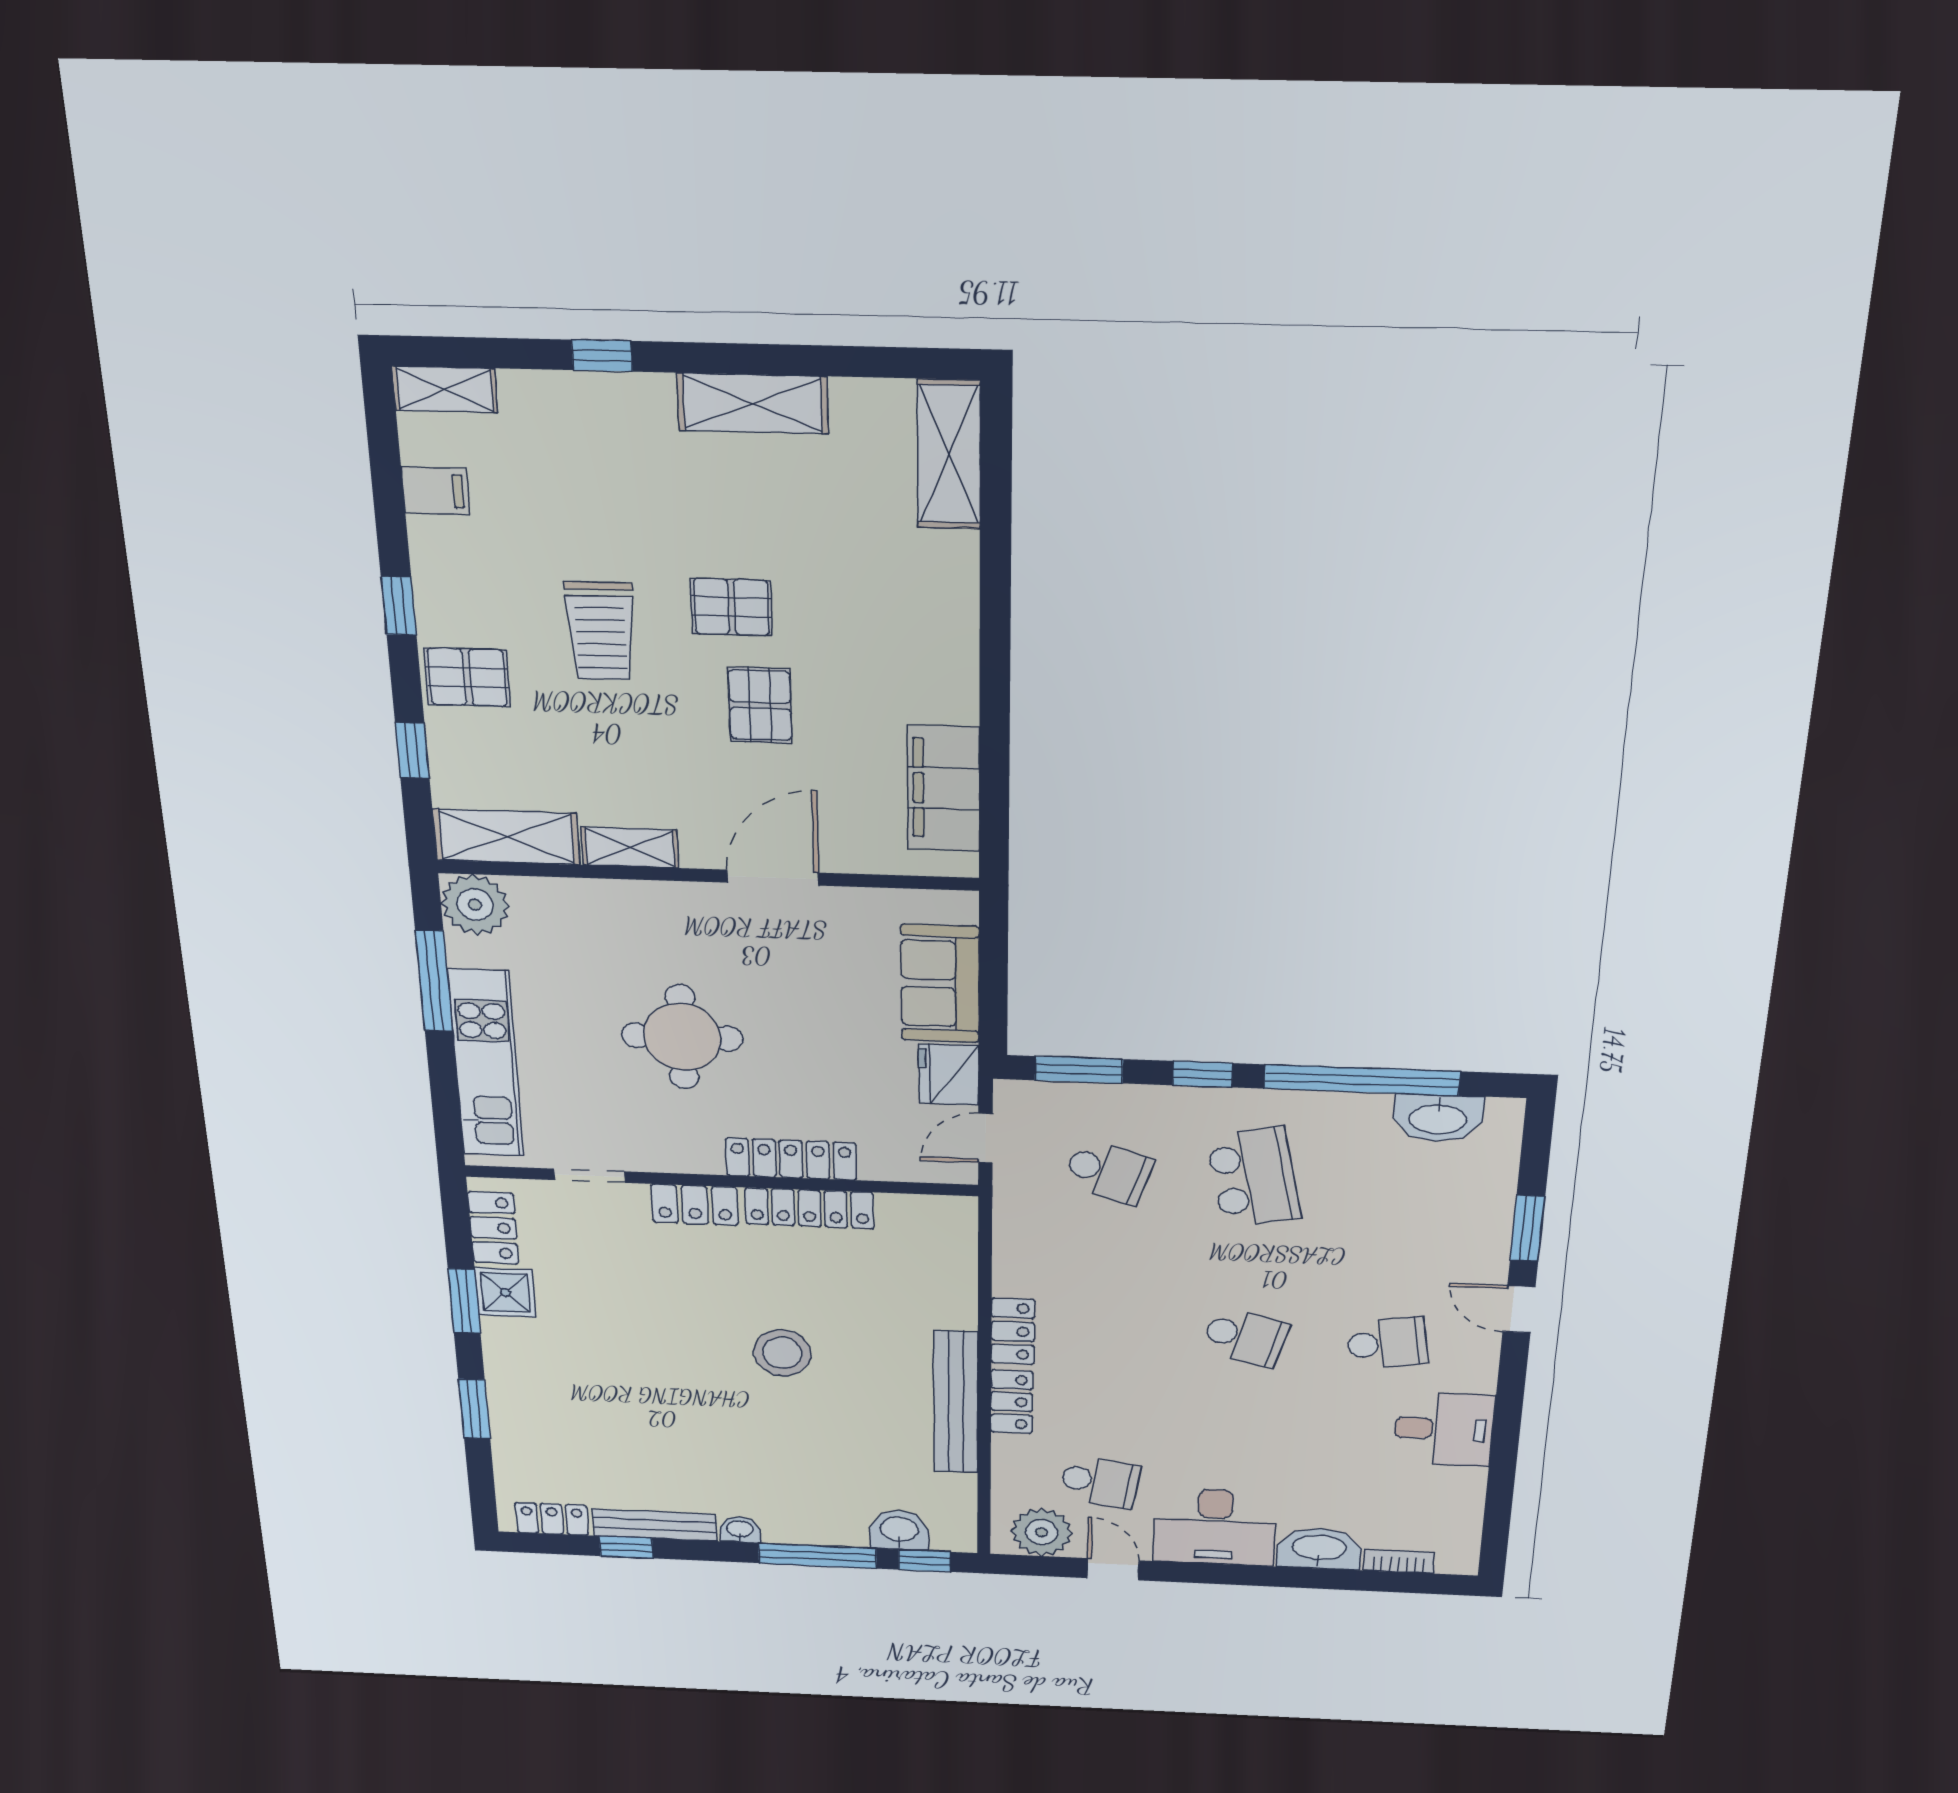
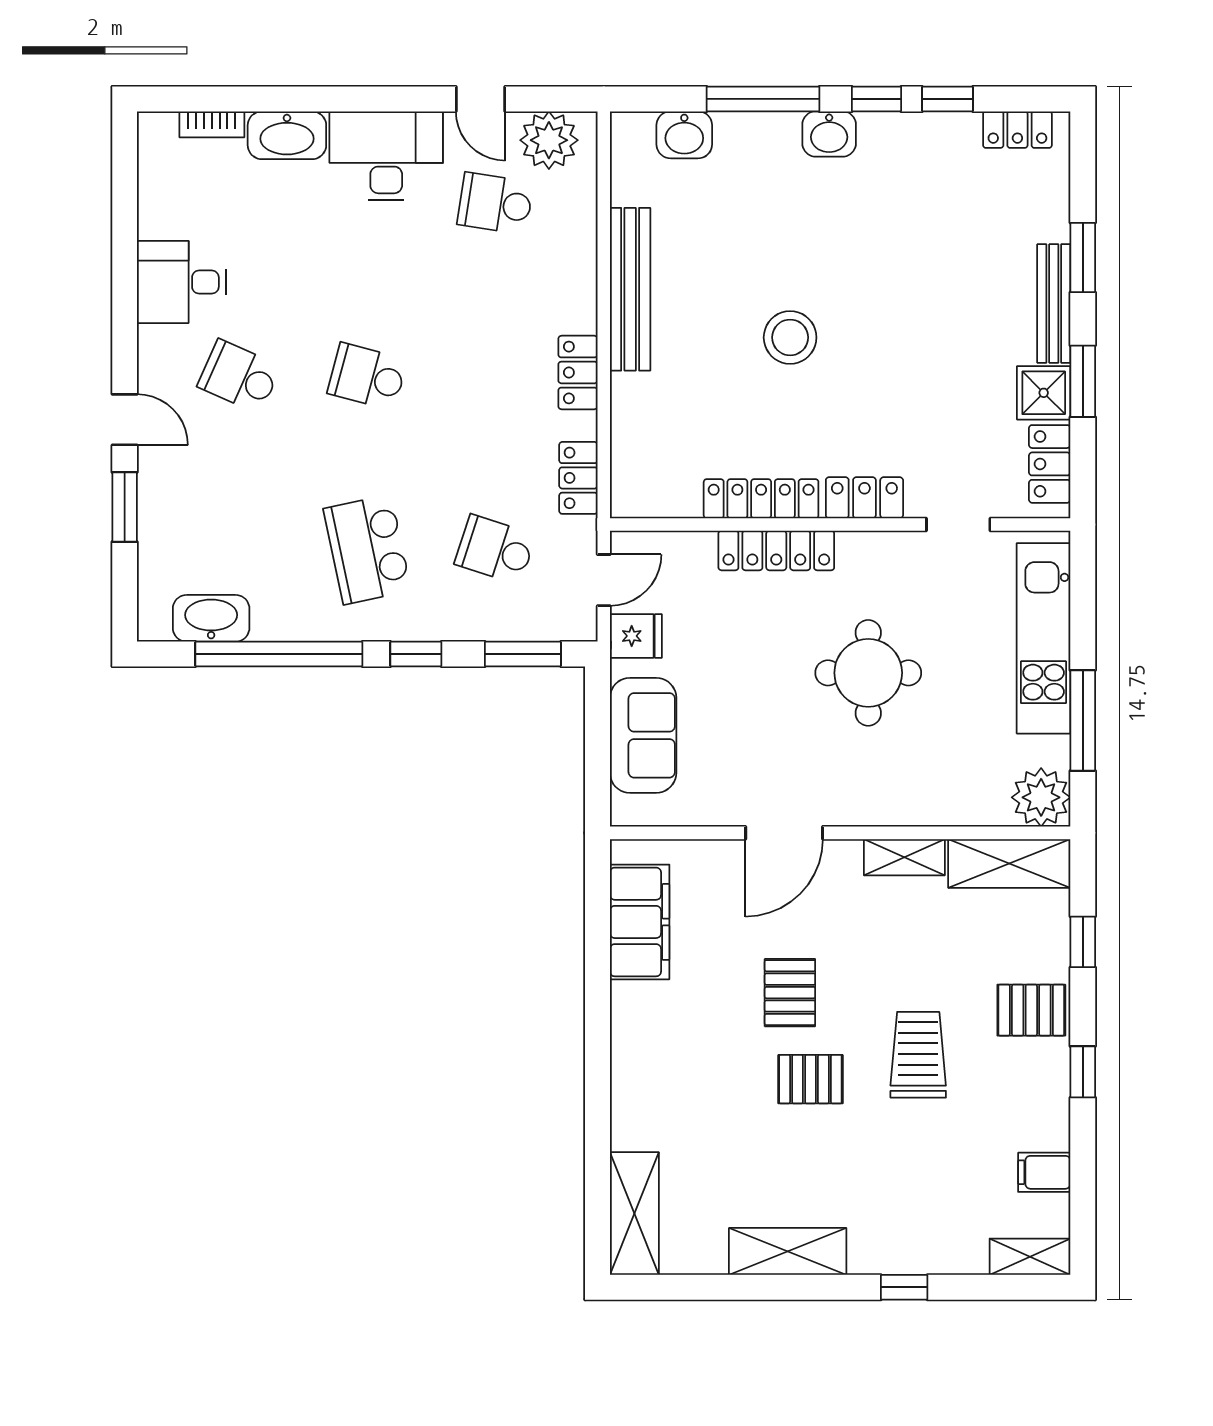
fridge: (949, 1075) -> (636, 636), width x0.72
school desk: (1387, 1343) -> (239, 376), turned 33
locker: (1012, 1402) -> (578, 478), moved
bench: (655, 1525) -> (1054, 304), moved, turned 90
washbasin: (740, 1530) -> (829, 134), width x1.38, depth x1.45
window: (925, 1561) -> (876, 99), moved

